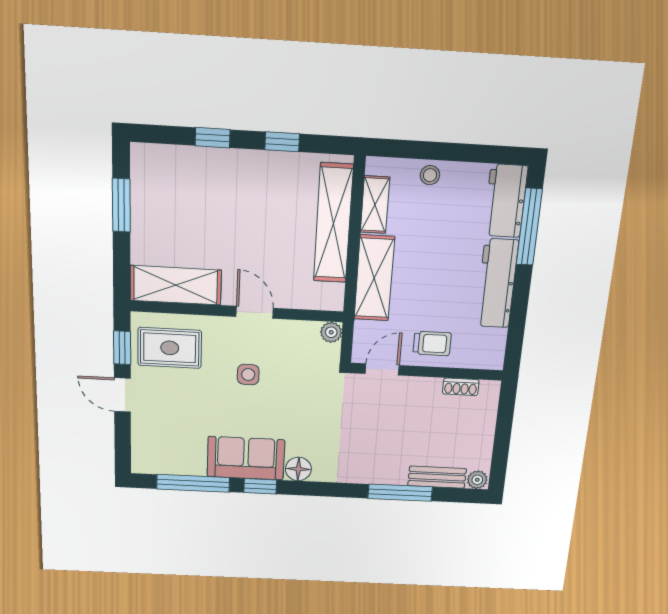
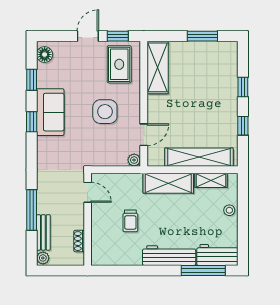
door: (255, 312) -> (144, 135), moved
door: (382, 369) -> (88, 192), moved
wall: (427, 372) -> (88, 219), moved
side table: (248, 375) -> (105, 112), width x1.87, depth x1.87
shoe rack: (461, 387) -> (79, 241), moved
floor lamp: (298, 469) -> (45, 55), moved
window: (193, 483) -> (32, 80), width x0.46

